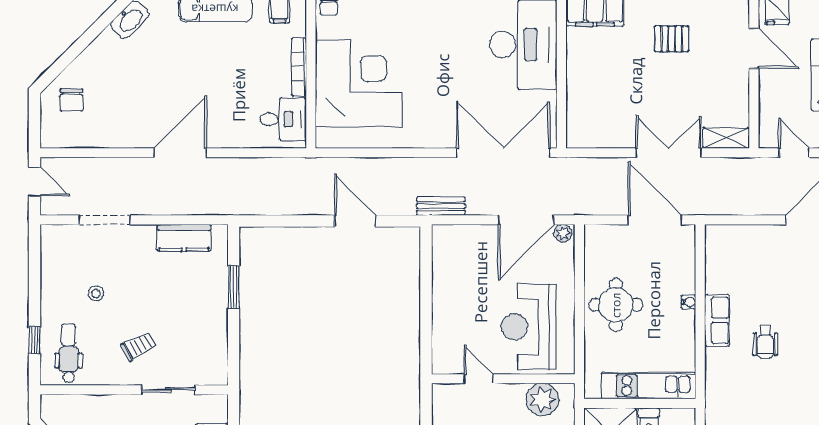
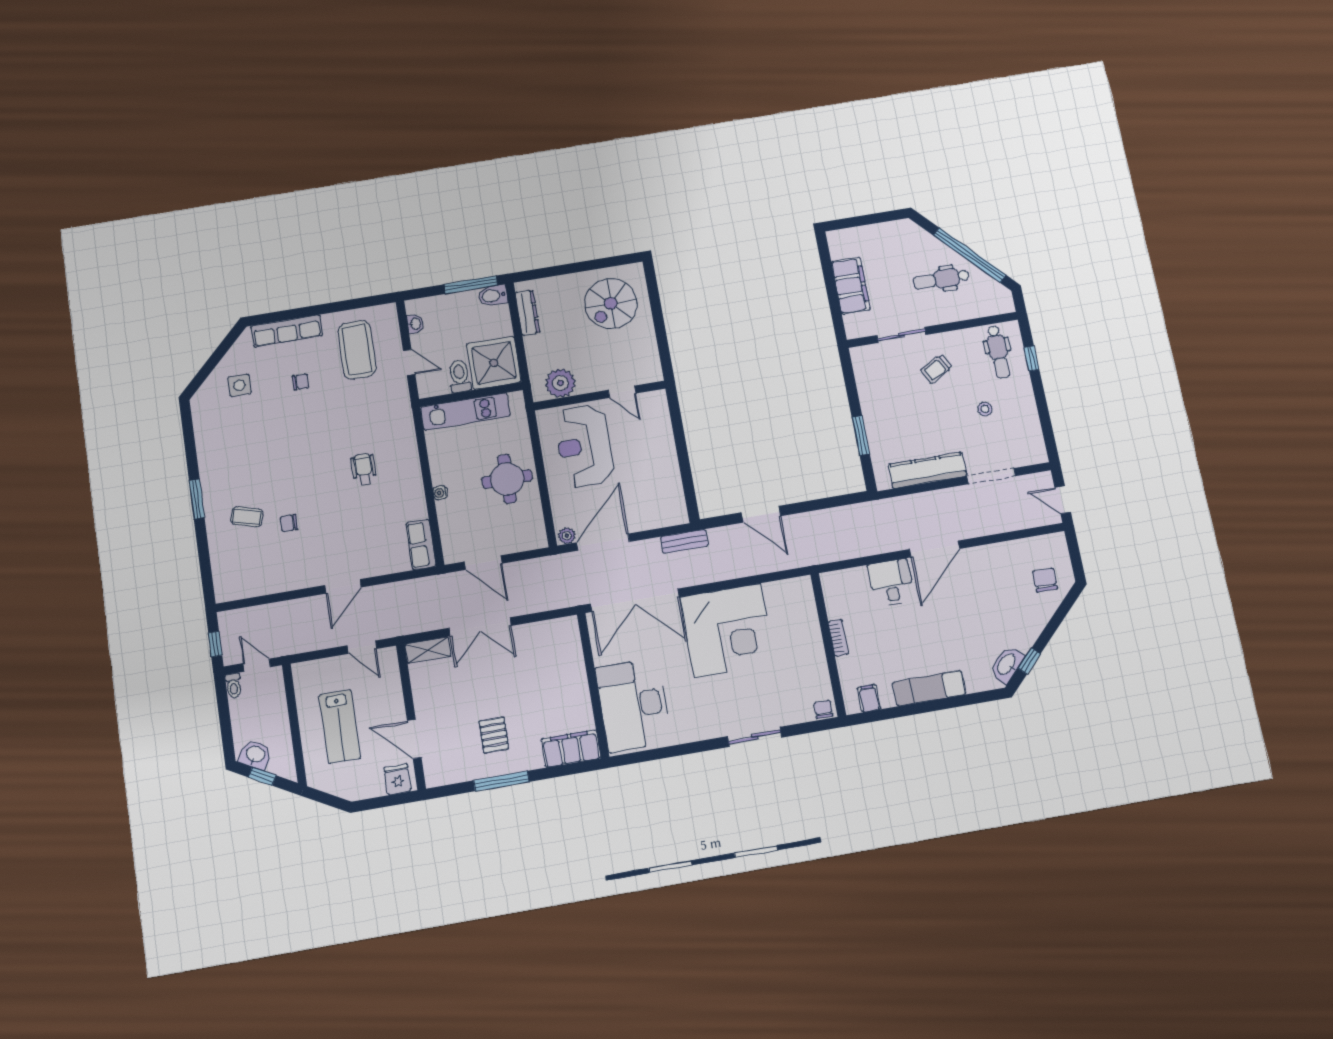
window: (106, 19) -> (1029, 661), added
pallet: (672, 39) -> (494, 735), turned 90
bookcase: (299, 67) -> (838, 638), width x0.64
corner desk: (359, 83) -> (728, 630), moved, turned -90
desk: (283, 119) -> (891, 583), moved, turned 90
door: (655, 220) -> (483, 563), width x0.73
kitchen counter: (184, 238) -> (927, 470), width x1.50
row of seats: (717, 320) -> (421, 545), moved
reception desk: (528, 327) -> (584, 446), turned 180

